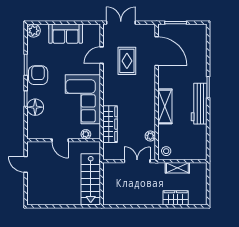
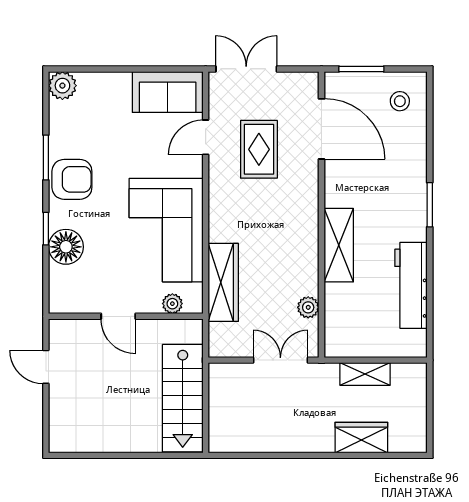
sofa: (66, 34) -> (168, 92), moved
armchair: (38, 75) -> (72, 179), turned 90
workbench: (199, 104) -> (411, 285), moved
stool: (166, 151) -> (400, 101), moved

